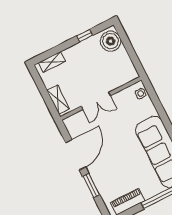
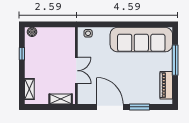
boiler: (111, 41) -> (32, 32), width x0.54, depth x0.54

